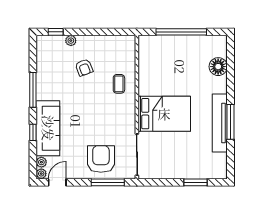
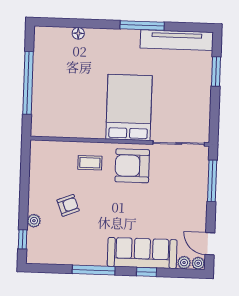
floor lamp: (218, 67) -> (78, 33), width x0.53, depth x0.53
tv unit: (220, 123) -> (177, 40), moved
armchair: (101, 159) -> (132, 166), moved

